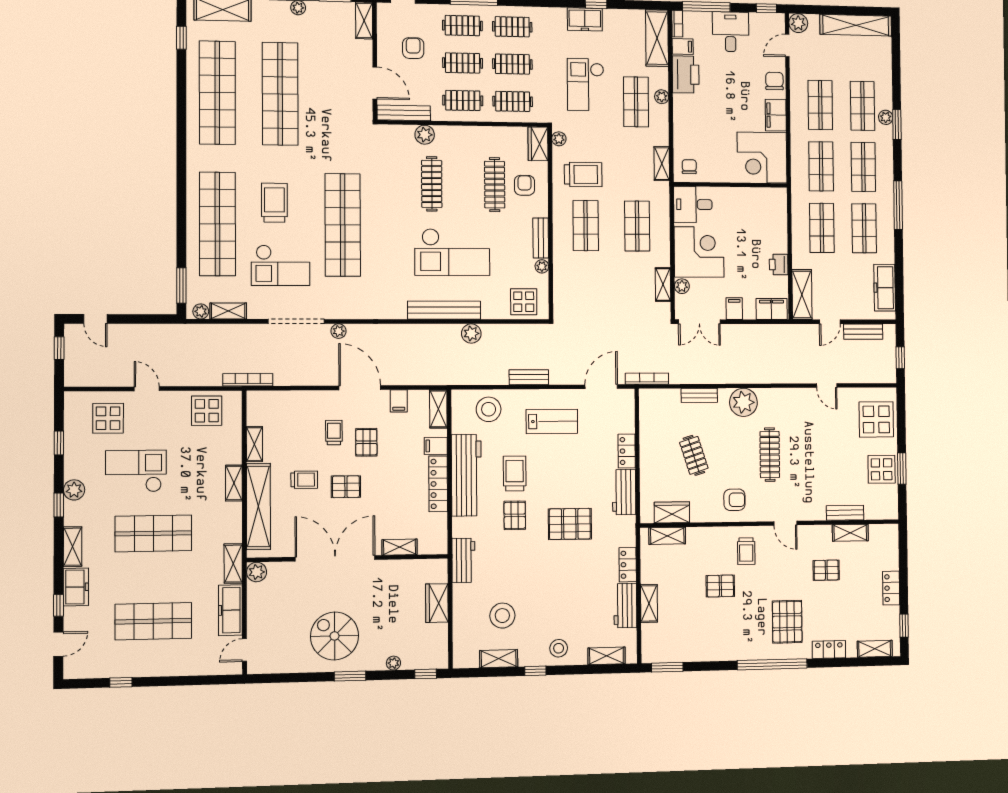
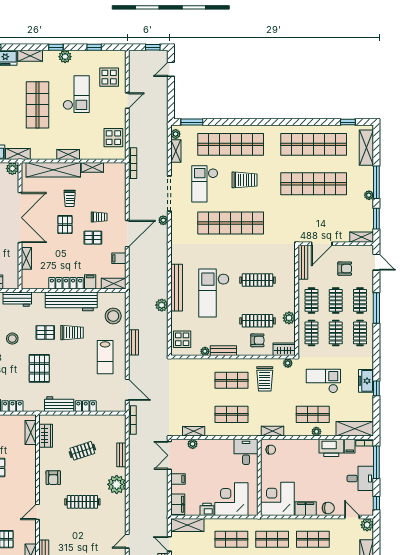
plant: (425, 135) -> (289, 318), moved
corner desk: (699, 252) -> (231, 499), moved, turned 180
trolley: (746, 551) -> (20, 485), removed
stool: (524, 567) -> (12, 339), added

